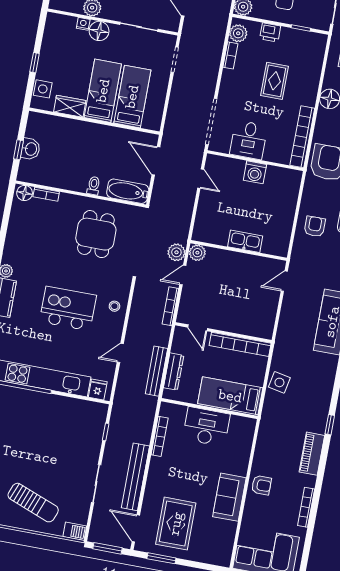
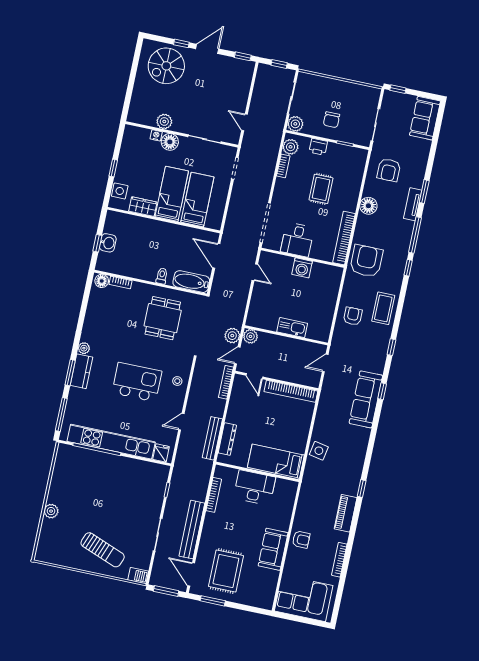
door: (198, 328) -> (254, 376), moved
wall: (223, 333) -> (277, 381), moved
bookcase: (240, 344) -> (291, 391), moved

